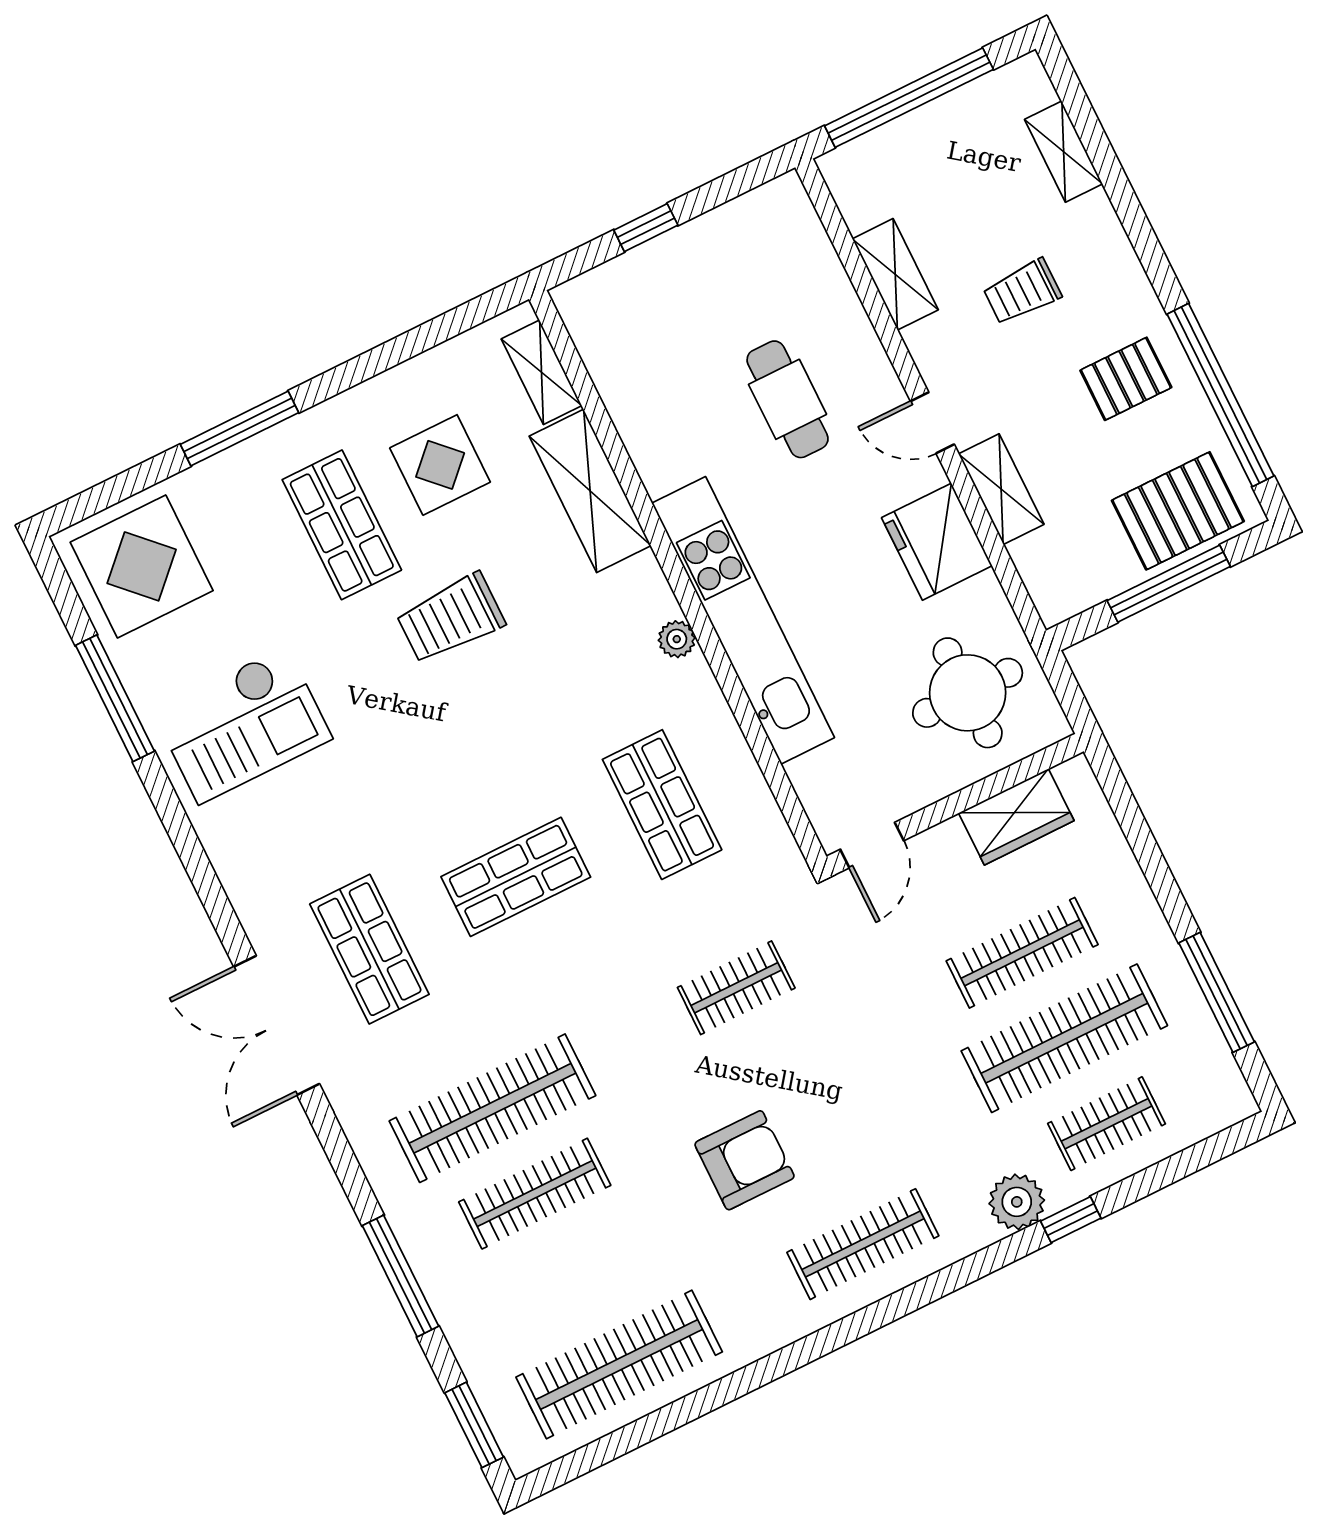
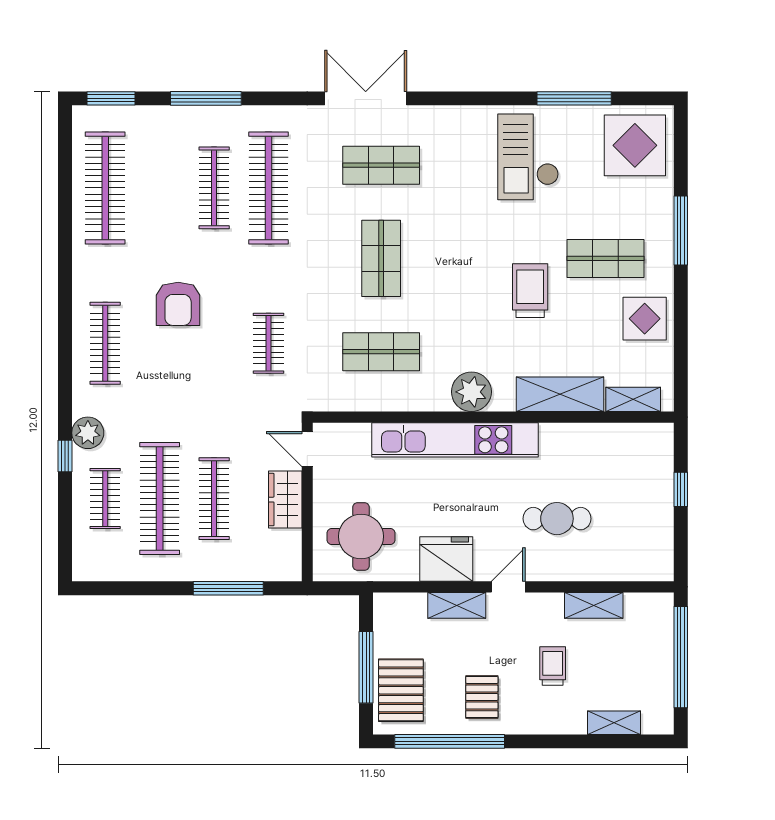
display table: (440, 465) -> (645, 319), moved
plant: (677, 639) -> (471, 392), width x1.88, depth x1.88
wardrobe: (1016, 817) -> (285, 500), moved
window: (1217, 992) -> (228, 588), moved

